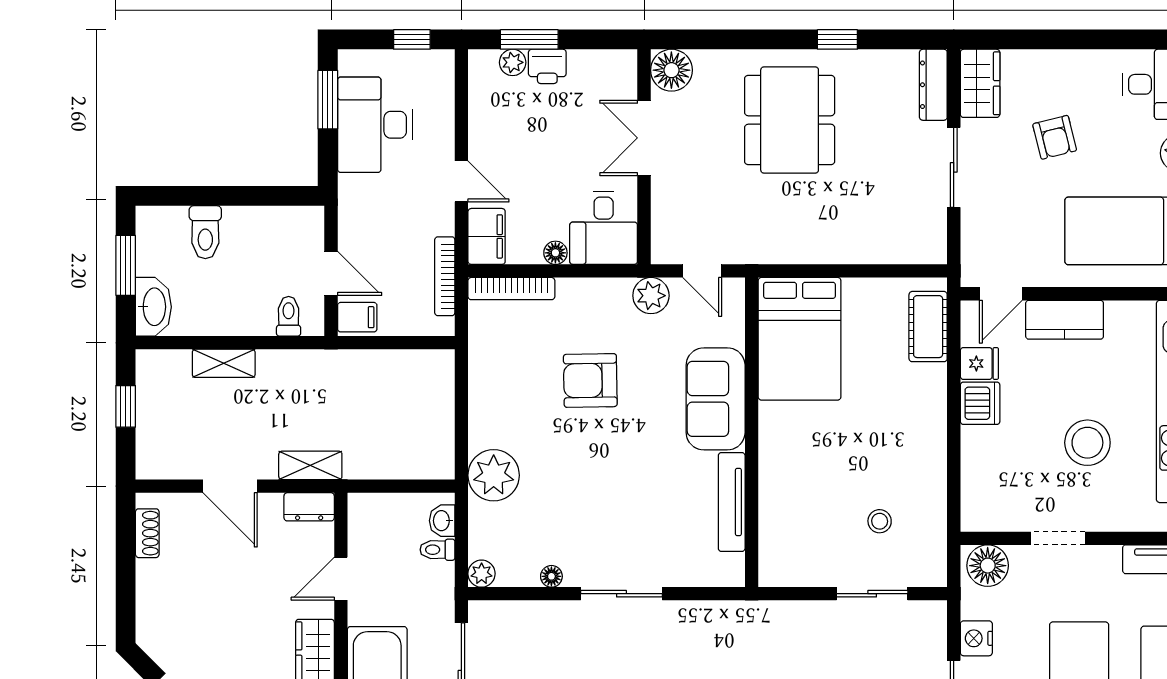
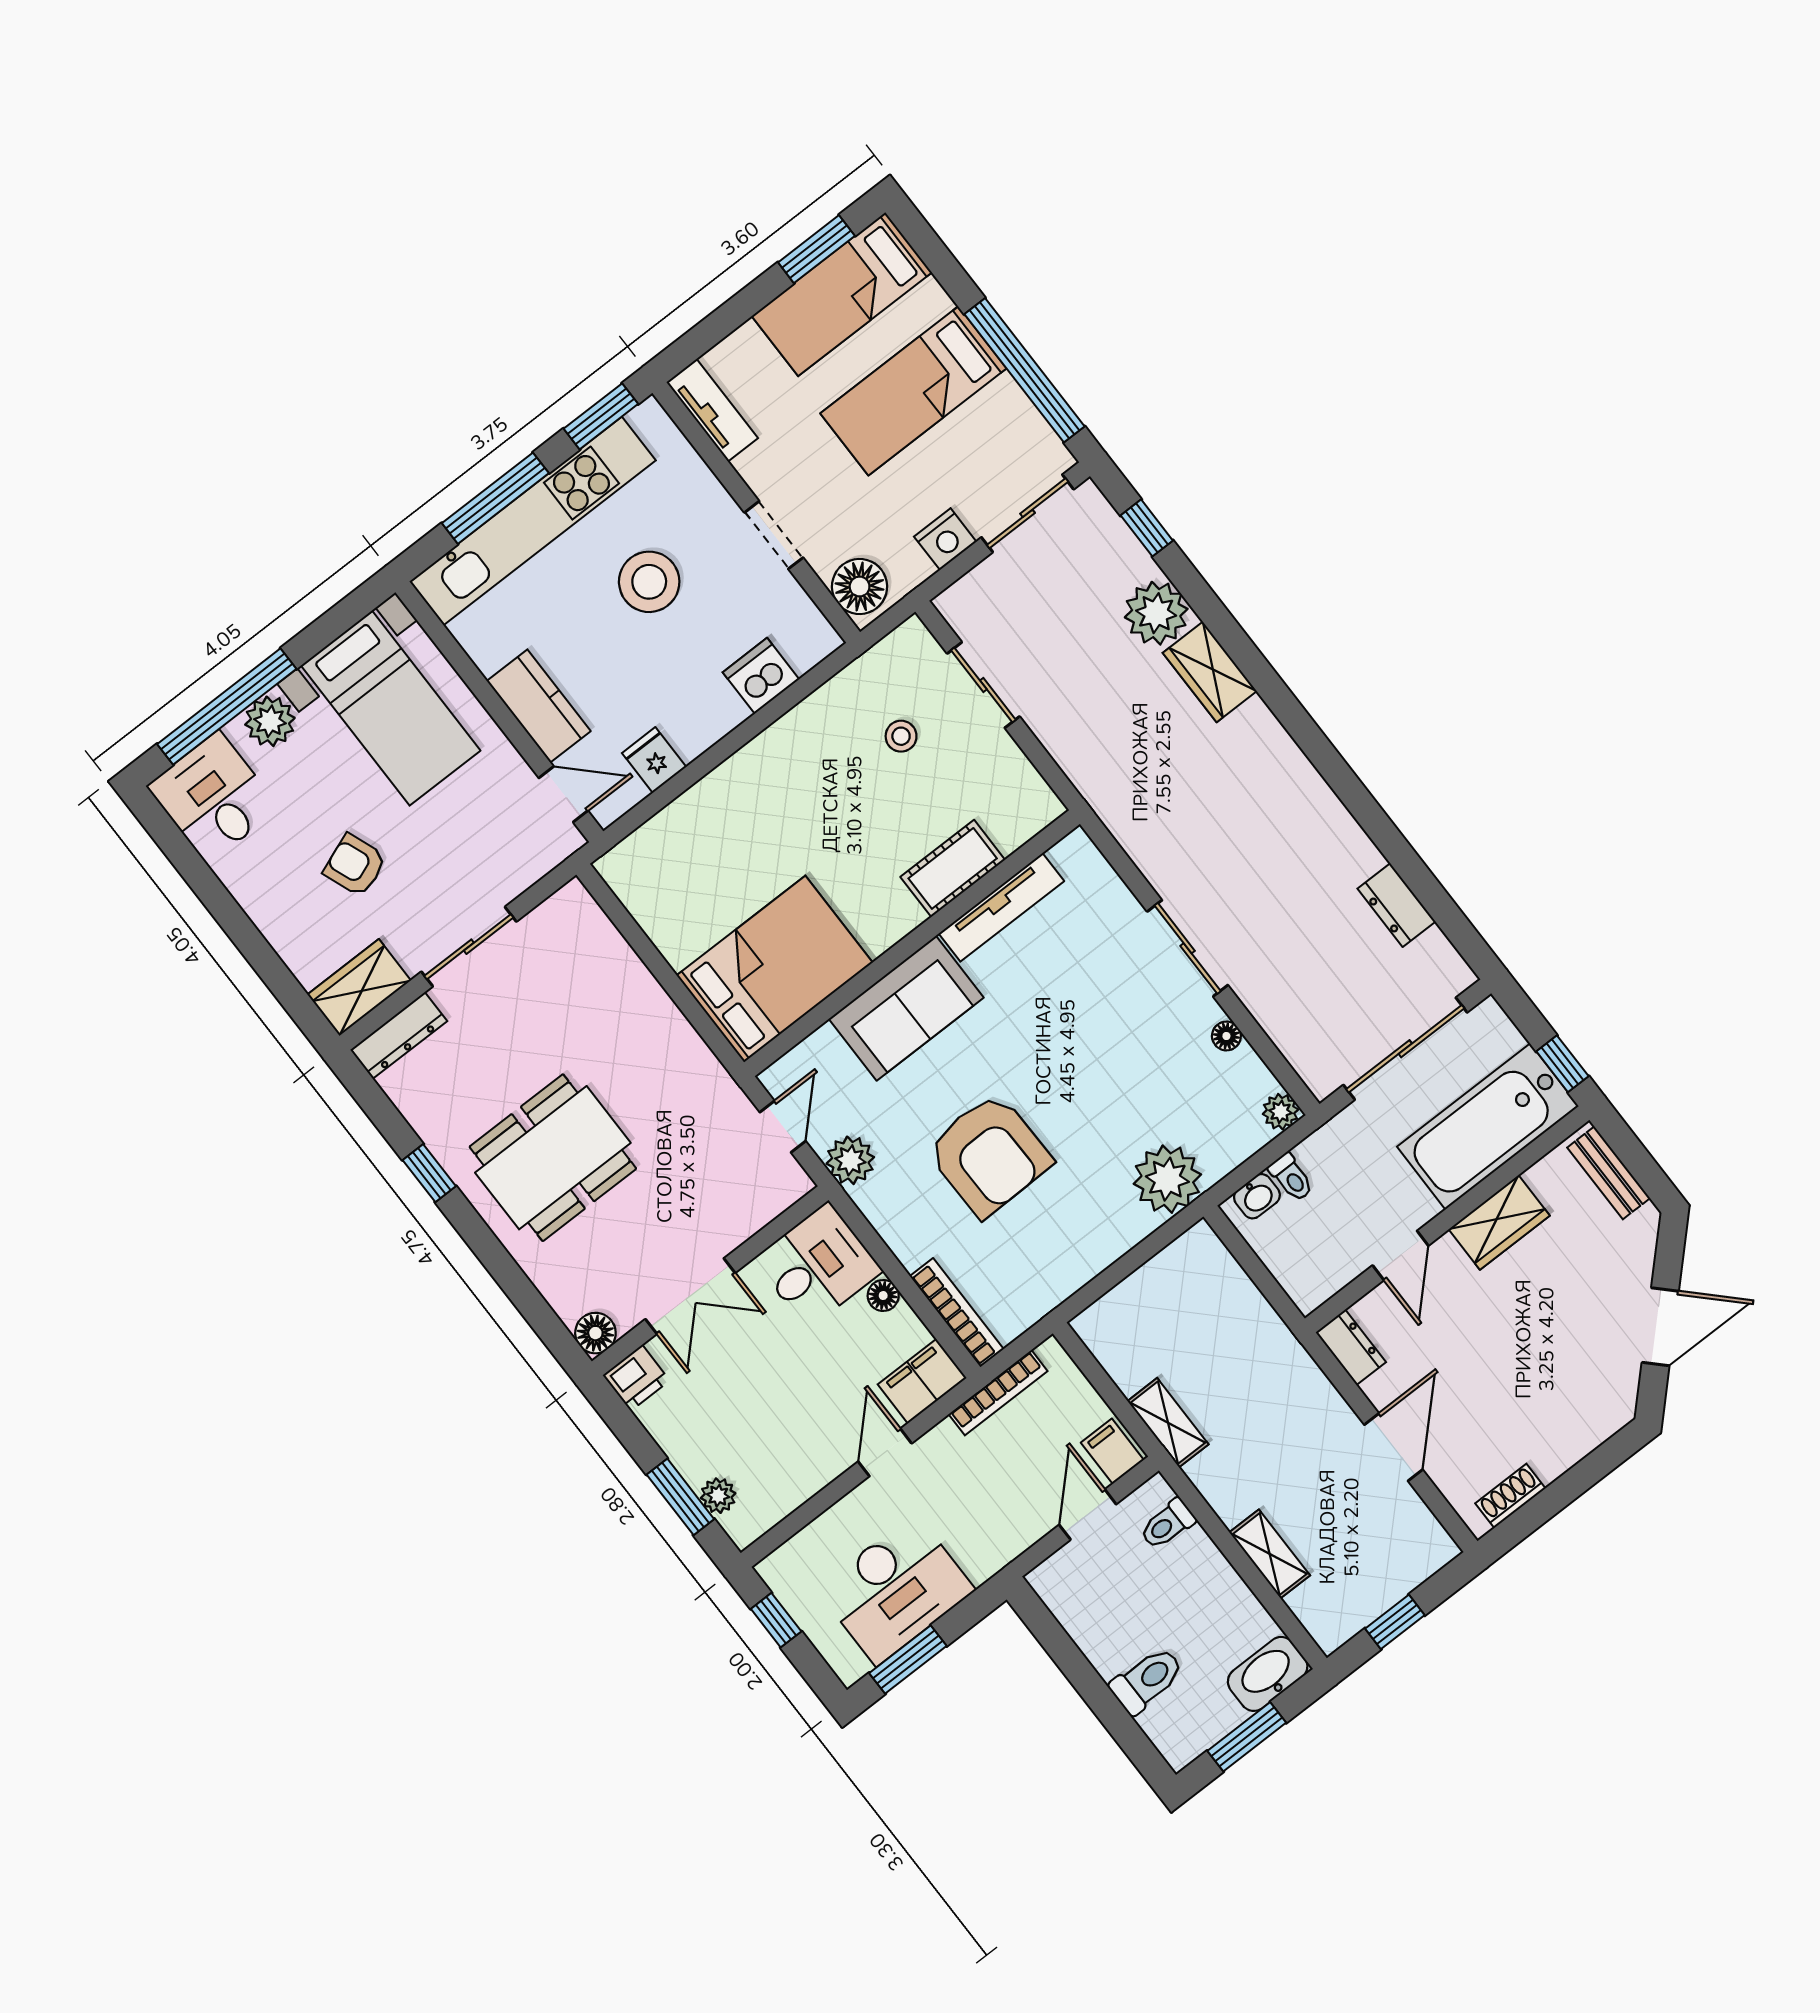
printer: (547, 66) -> (636, 1378), moved, turned 90
floor lamp: (671, 70) -> (595, 1333), width x0.73, depth x0.73
armchair: (1055, 137) -> (355, 865), turned -97
cot: (928, 327) -> (953, 868), moved
armchair: (590, 380) -> (989, 1155), width x1.36, depth x1.36
dishwasher: (980, 403) -> (761, 676), moved
shelving: (310, 465) -> (1168, 1423), moved
door: (341, 579) -> (1400, 1255), hinge flipped

